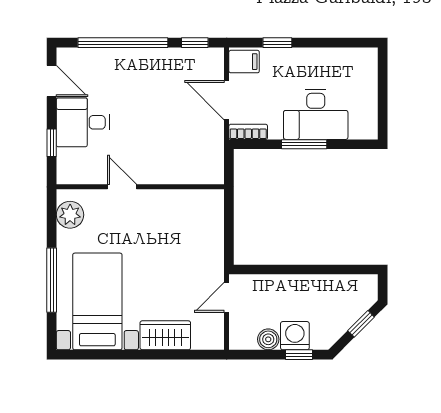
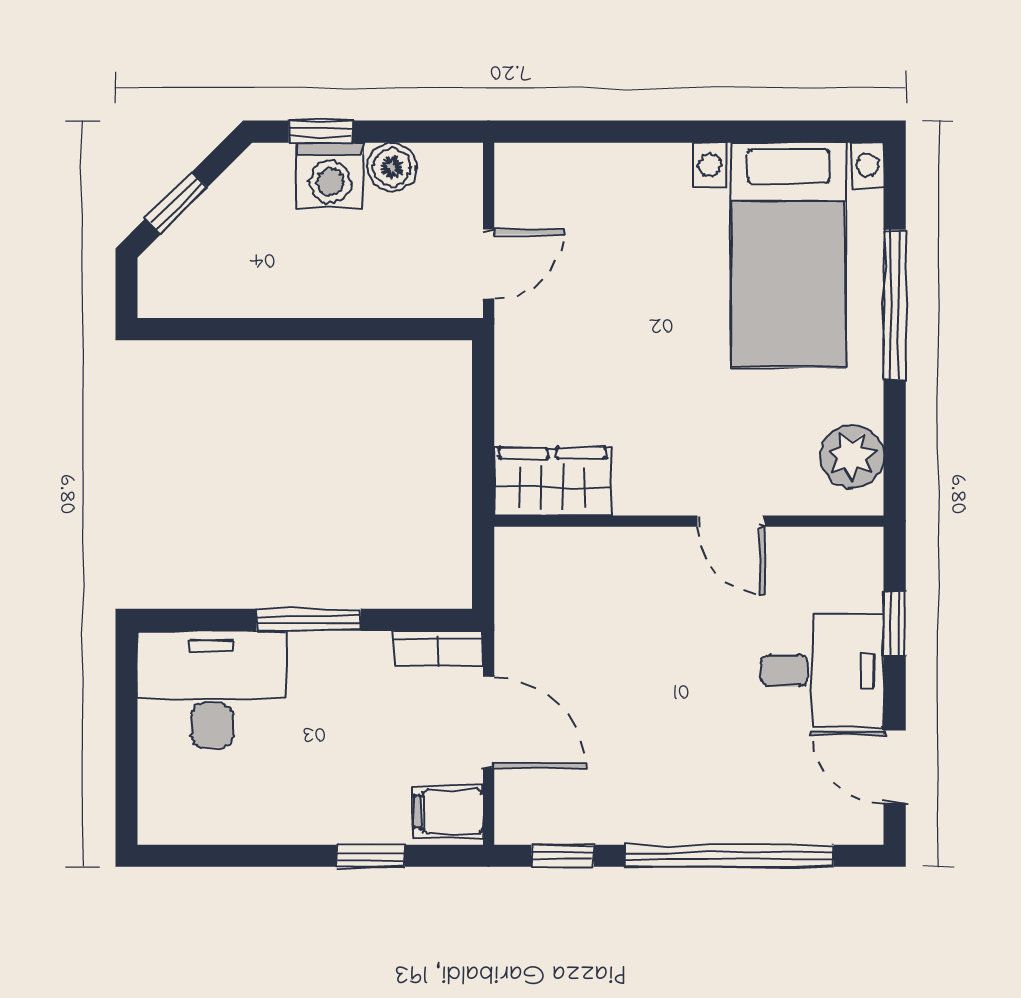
desk: (316, 114) -> (212, 689), moved
wardrobe: (165, 335) -> (552, 482), moved, turned 180

